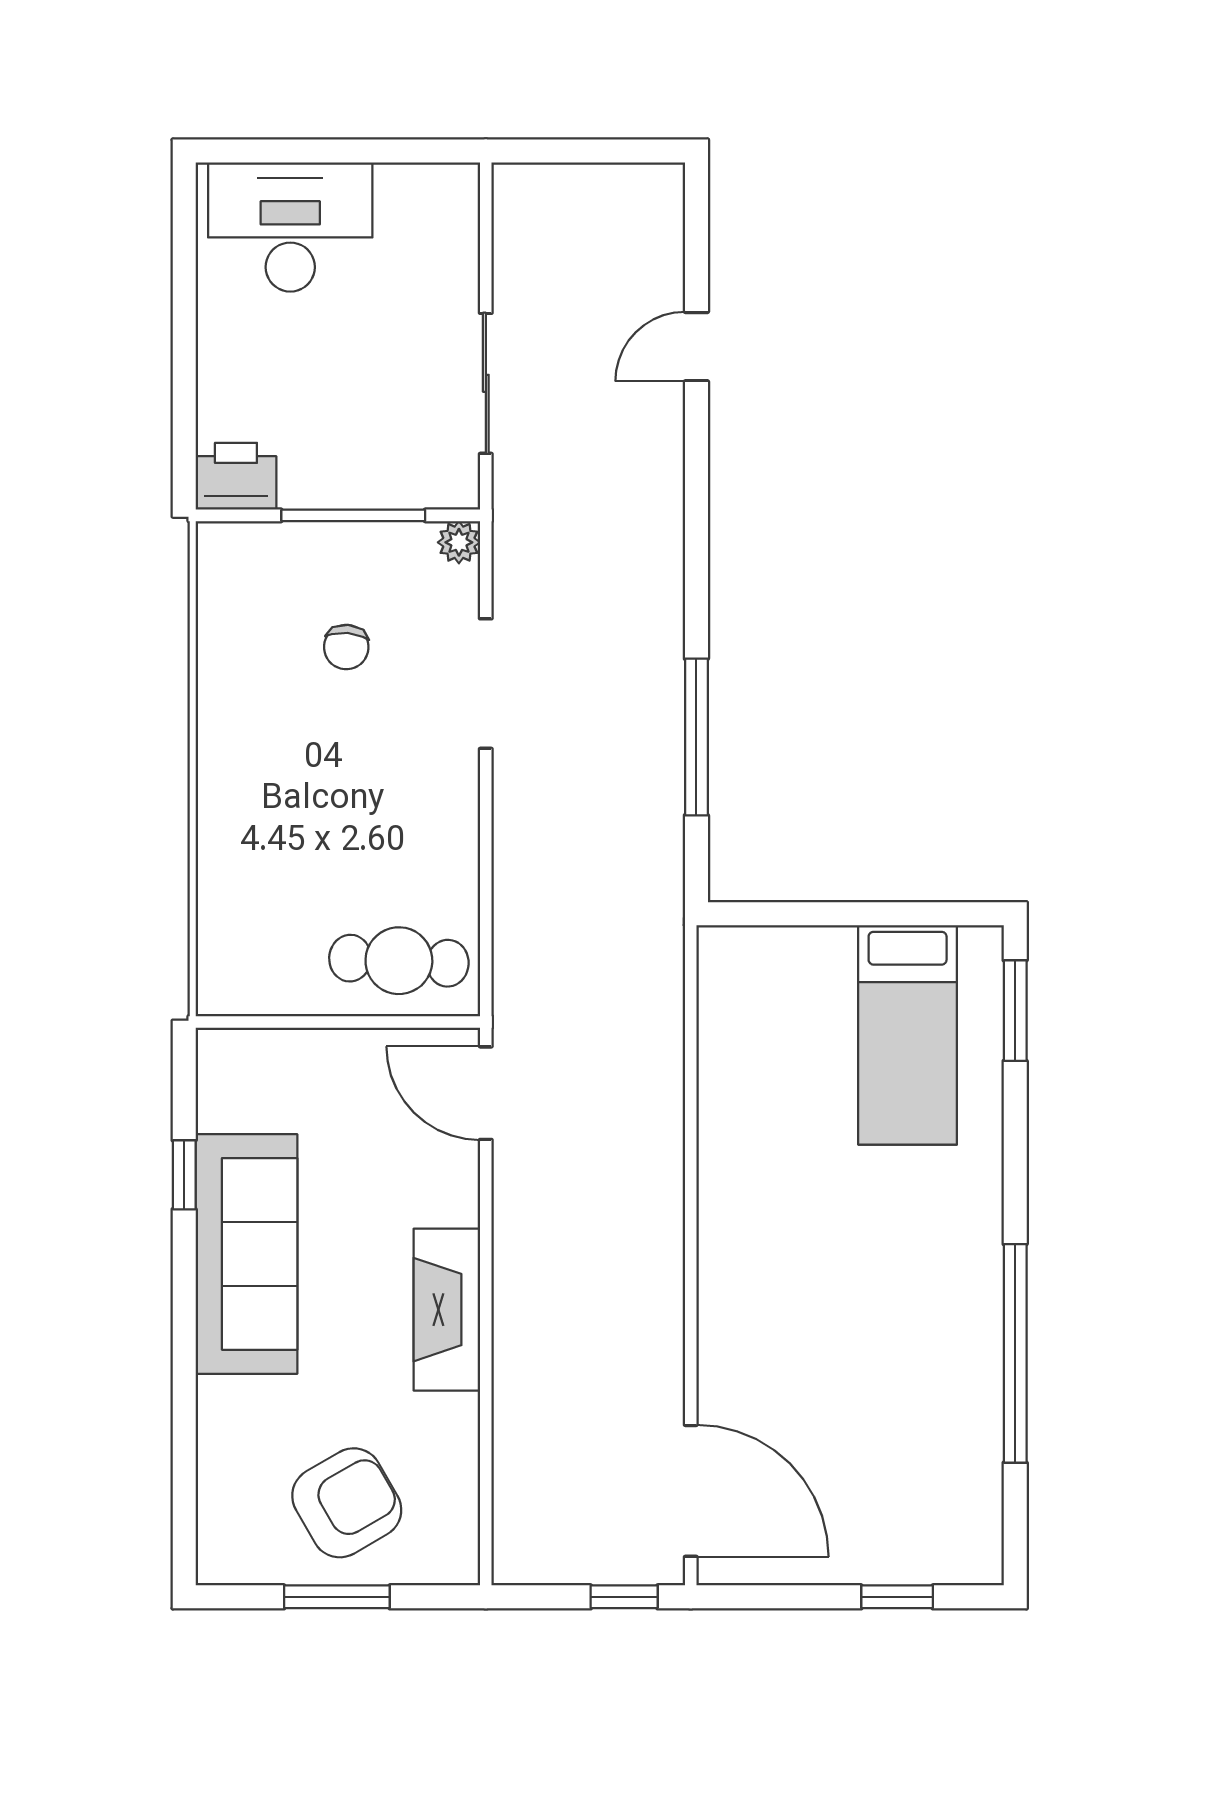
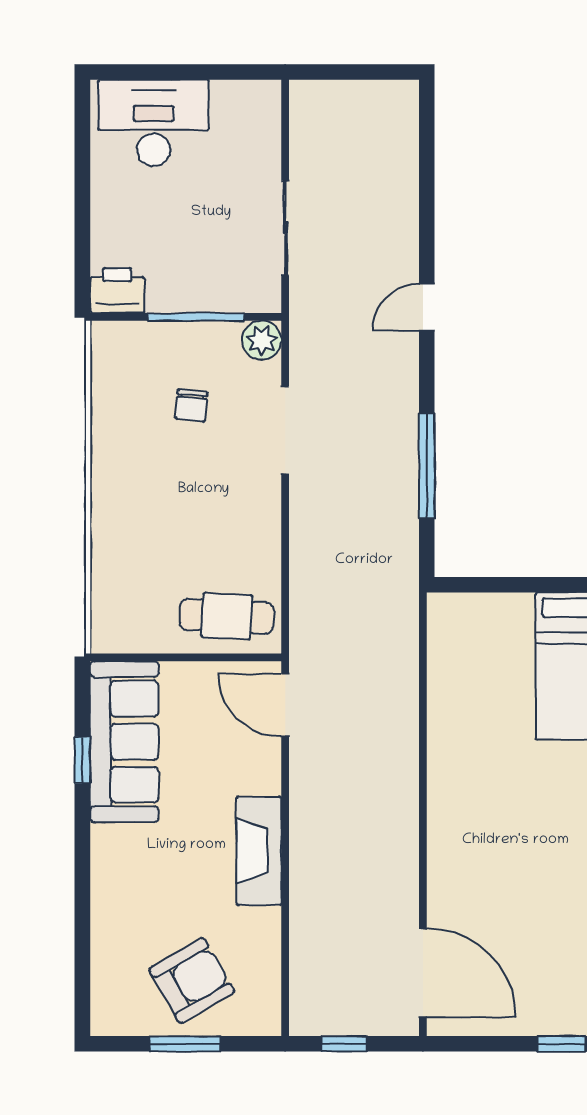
door: (696, 347) -> (427, 307), moved
plant: (459, 542) -> (262, 340), width x1.38, depth x1.38
sofa: (246, 1254) -> (124, 742), moved
window: (624, 1597) -> (344, 1044), moved

